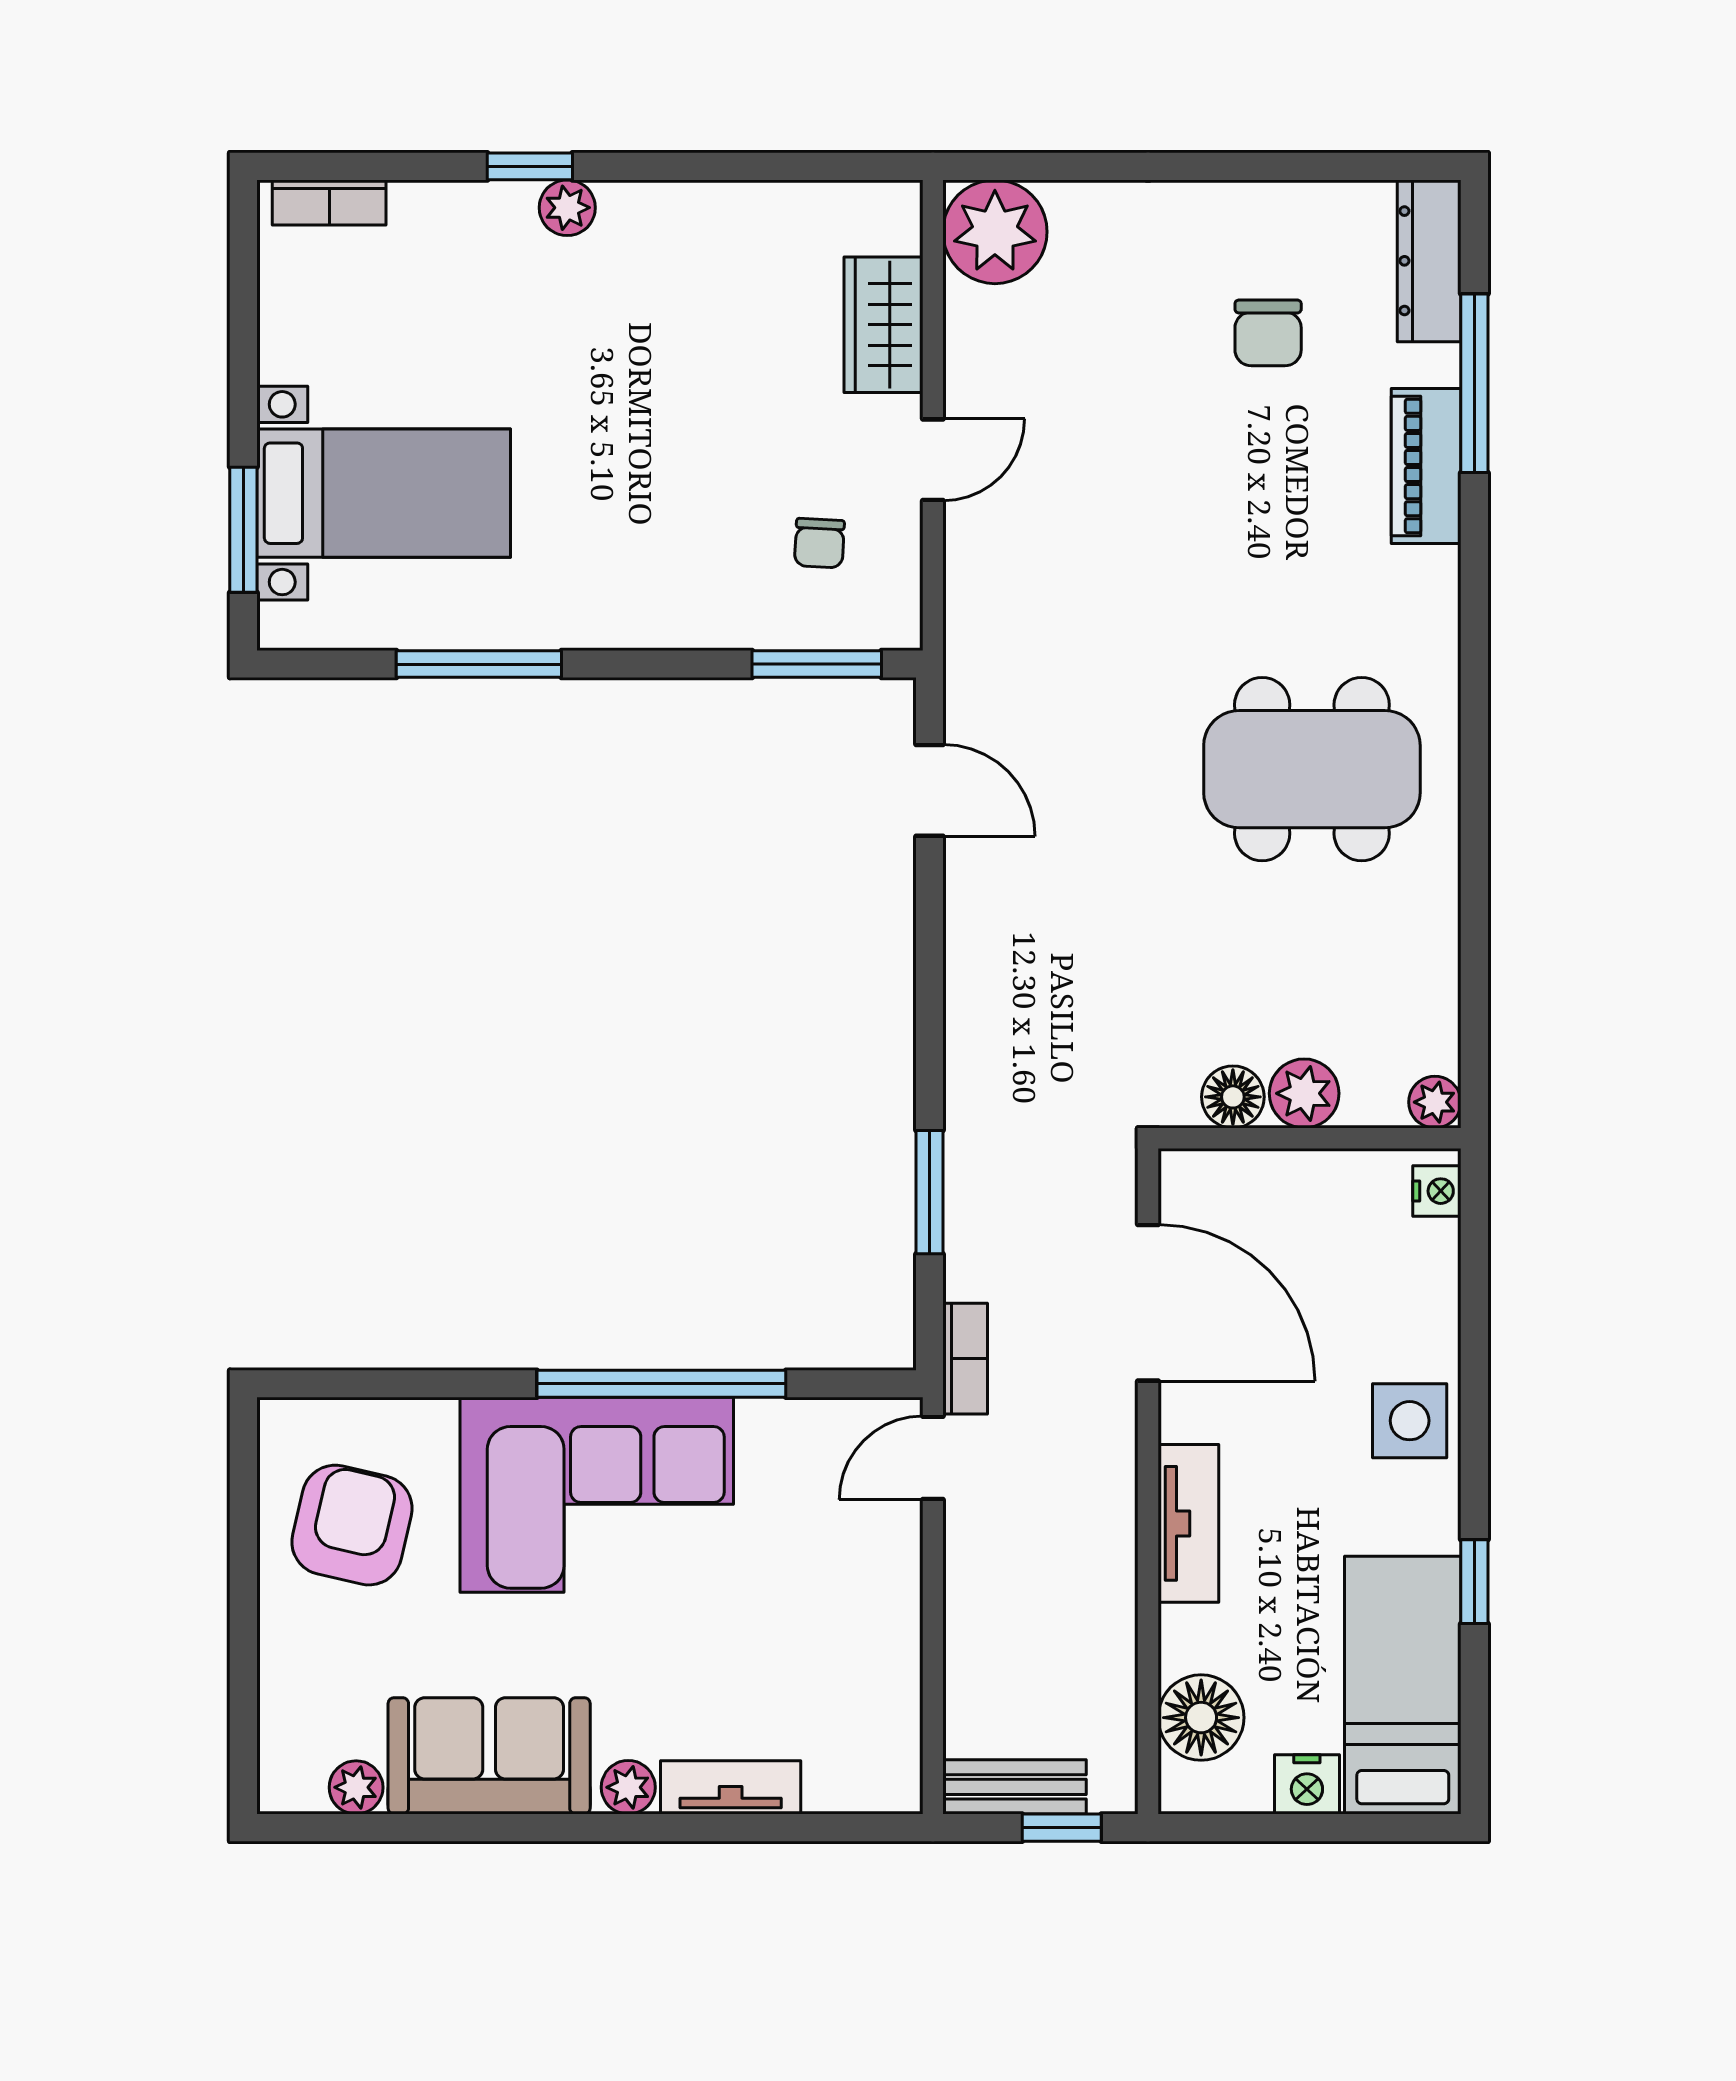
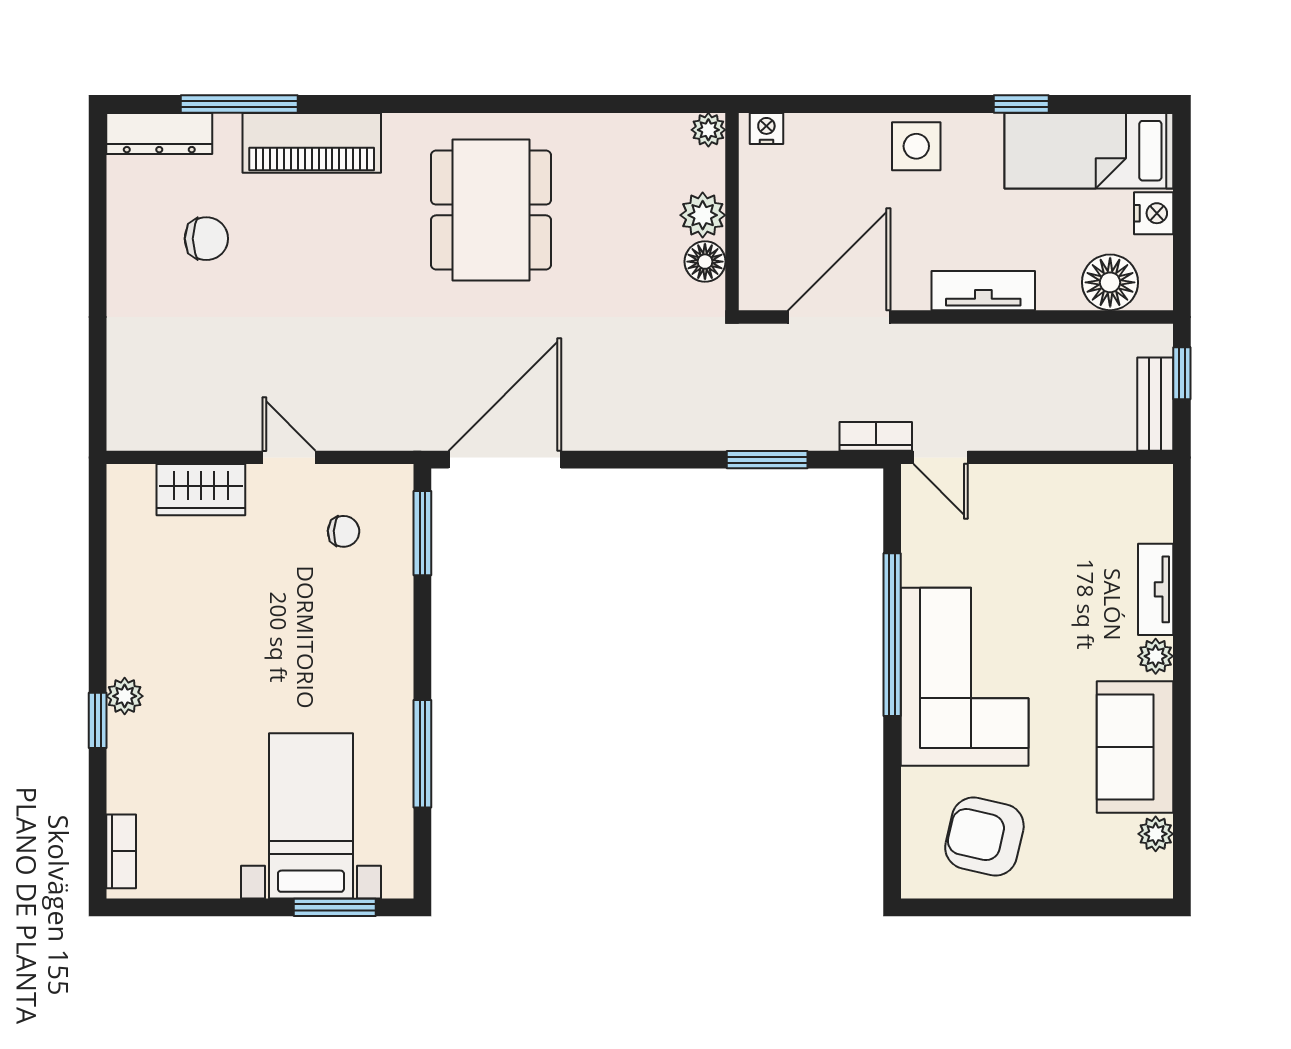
plant: (995, 232) -> (140, 417), removed
piano: (1426, 466) -> (312, 143), width x1.37, depth x1.33
door: (929, 790) -> (505, 460), width x1.88

